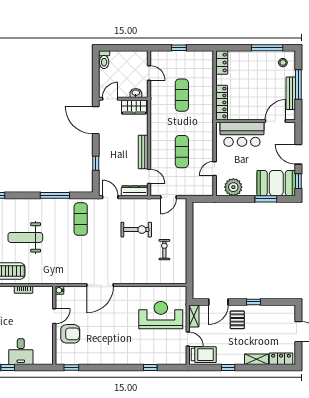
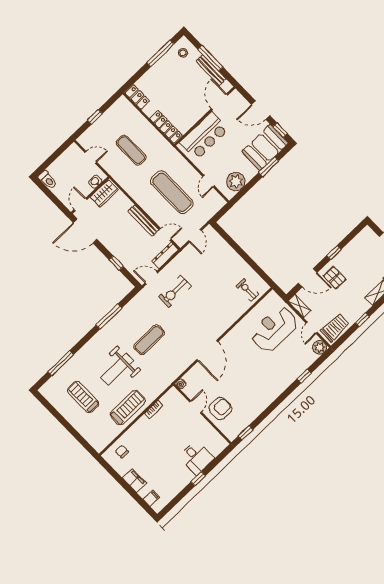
exercise mat: (182, 152) -> (172, 192), width x1.36, depth x1.45
exercise mat: (81, 219) -> (149, 340), moved, turned 90
exercise bike: (136, 230) -> (175, 291), moved, turned 180
exercise bike: (164, 250) -> (247, 290), moved
door: (218, 302) -> (308, 278), hinge flipped
door: (188, 339) -> (312, 328), swing flipped
plant: (180, 358) -> (320, 347), added

